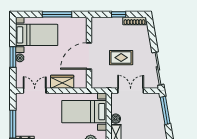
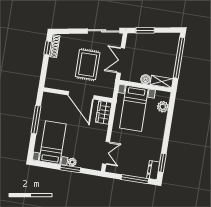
window: (119, 14) -> (48, 48), moved
rug: (121, 58) -> (88, 65), width x1.36, depth x1.43
wardrobe: (62, 82) -> (104, 112), moved
double door: (35, 91) -> (106, 153), swing flipped
window: (165, 110) -> (145, 30), width x0.69

